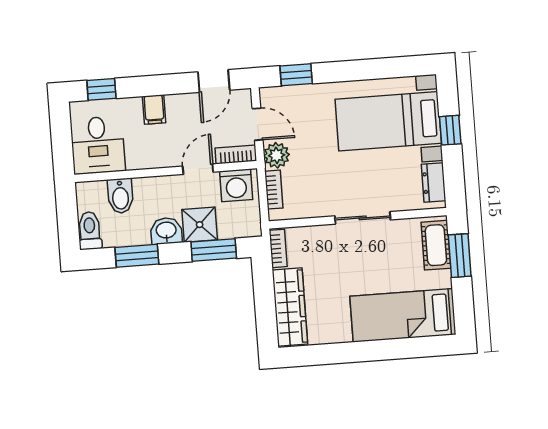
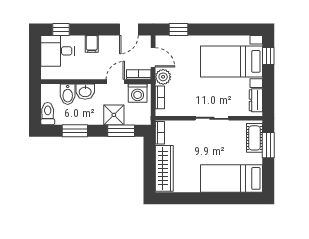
window: (450, 130) -> (268, 56), moved
desk: (98, 145) -> (58, 51), moved, turned 90
washbasin: (166, 231) -> (85, 92), moved, turned 180

